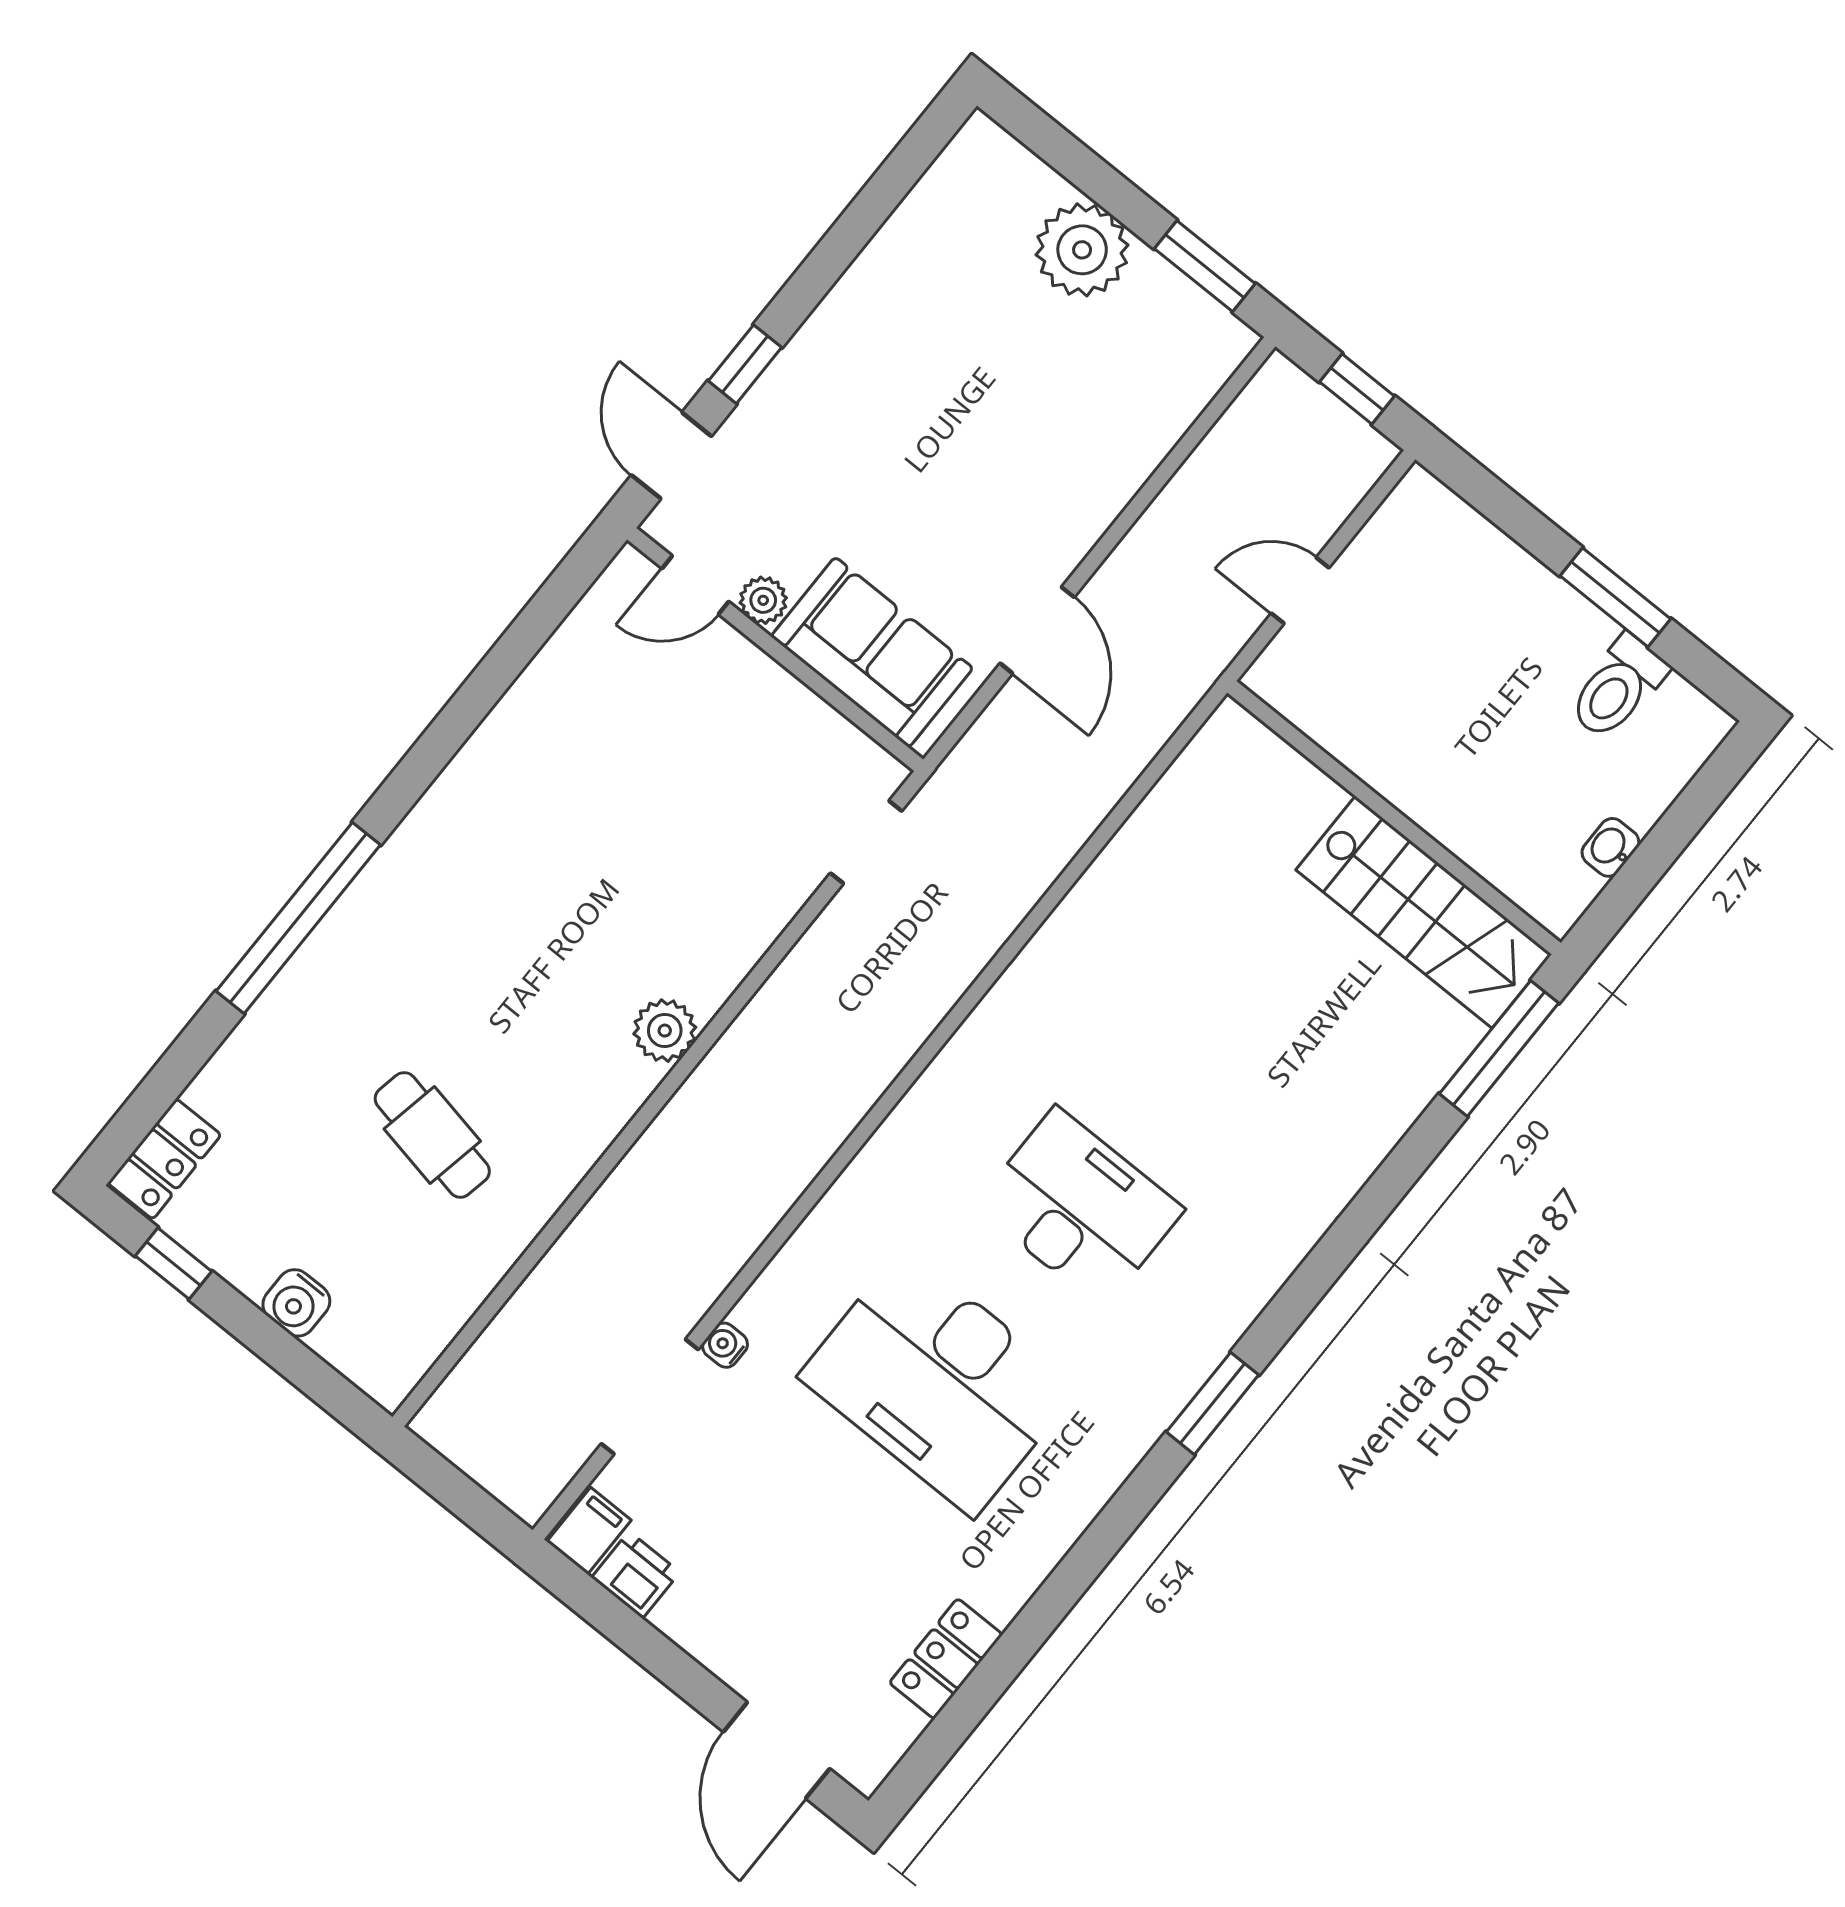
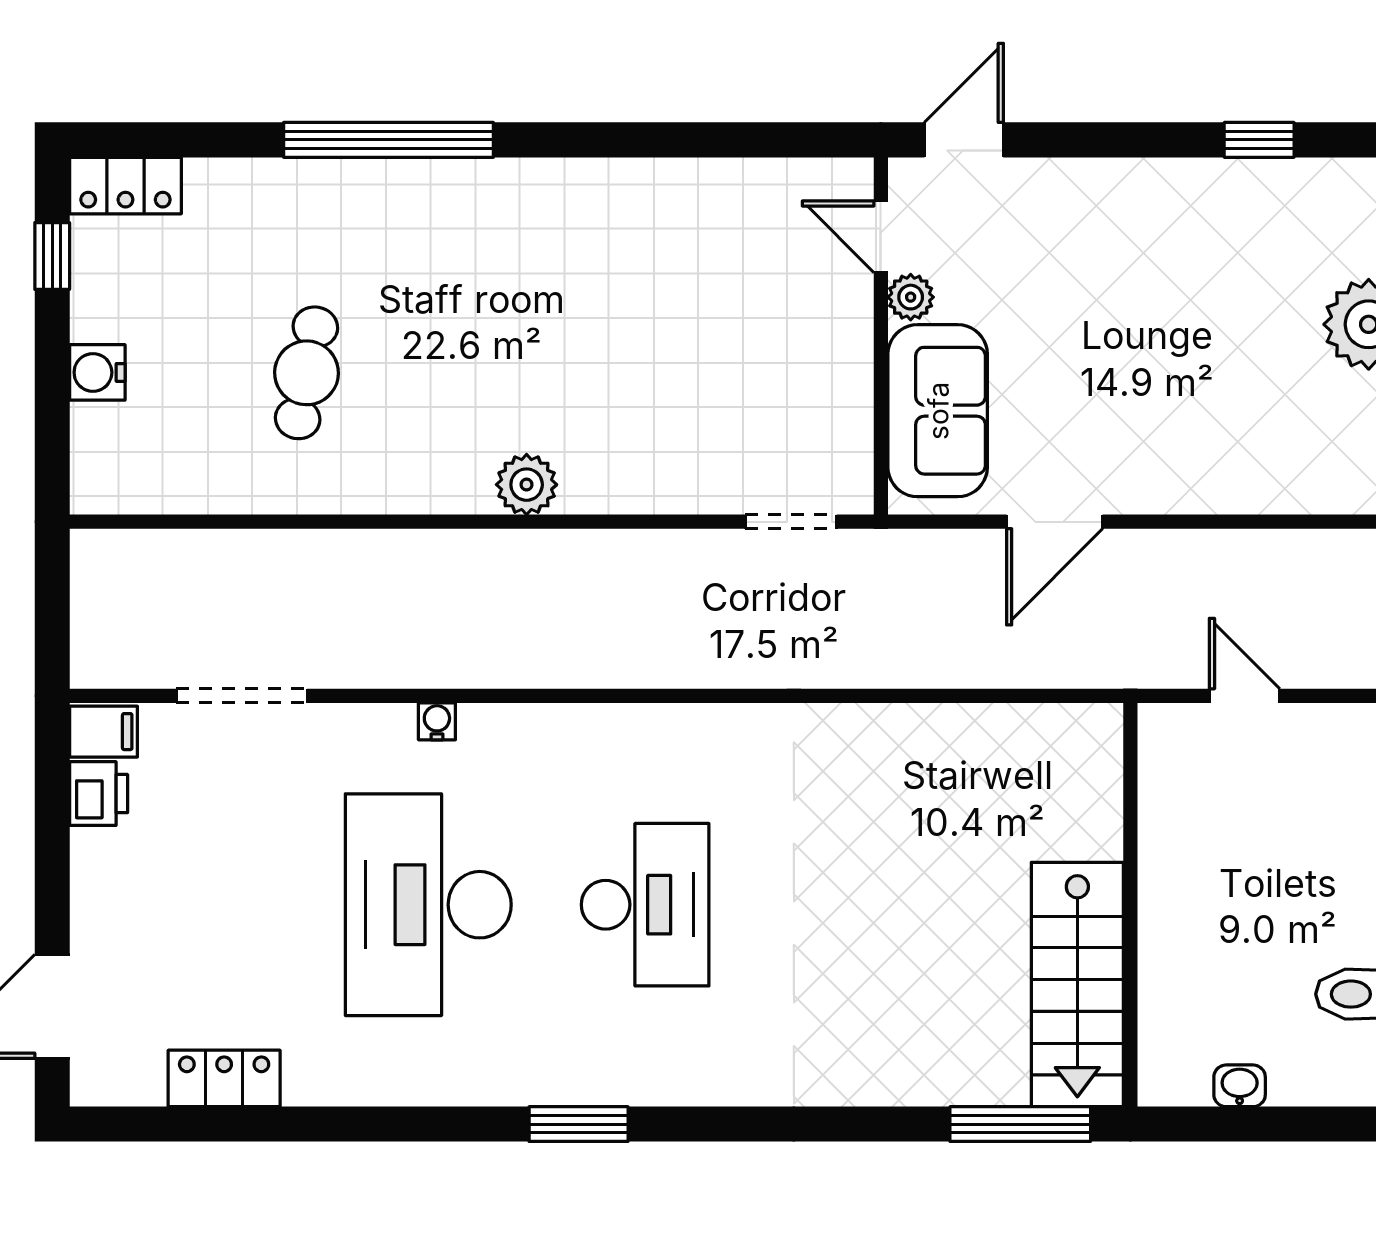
window: (745, 364) -> (1259, 140), moved
water cooler: (725, 1345) -> (437, 721), moved

